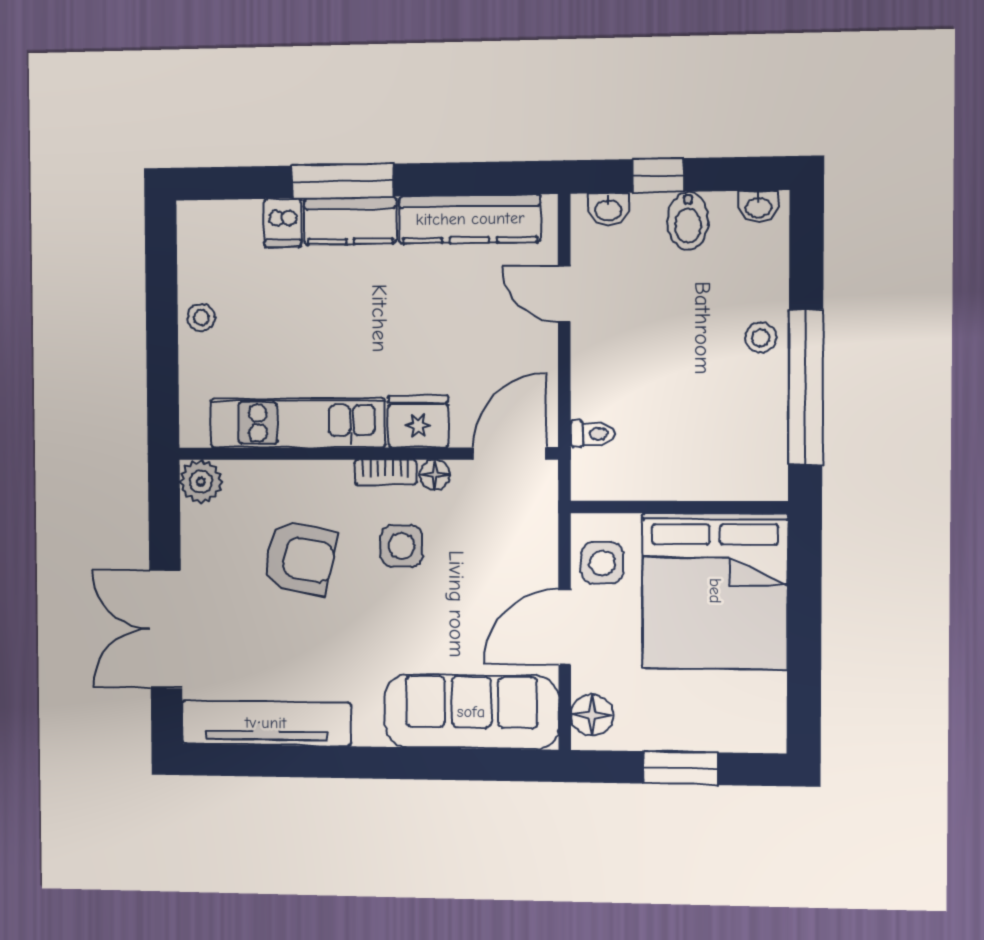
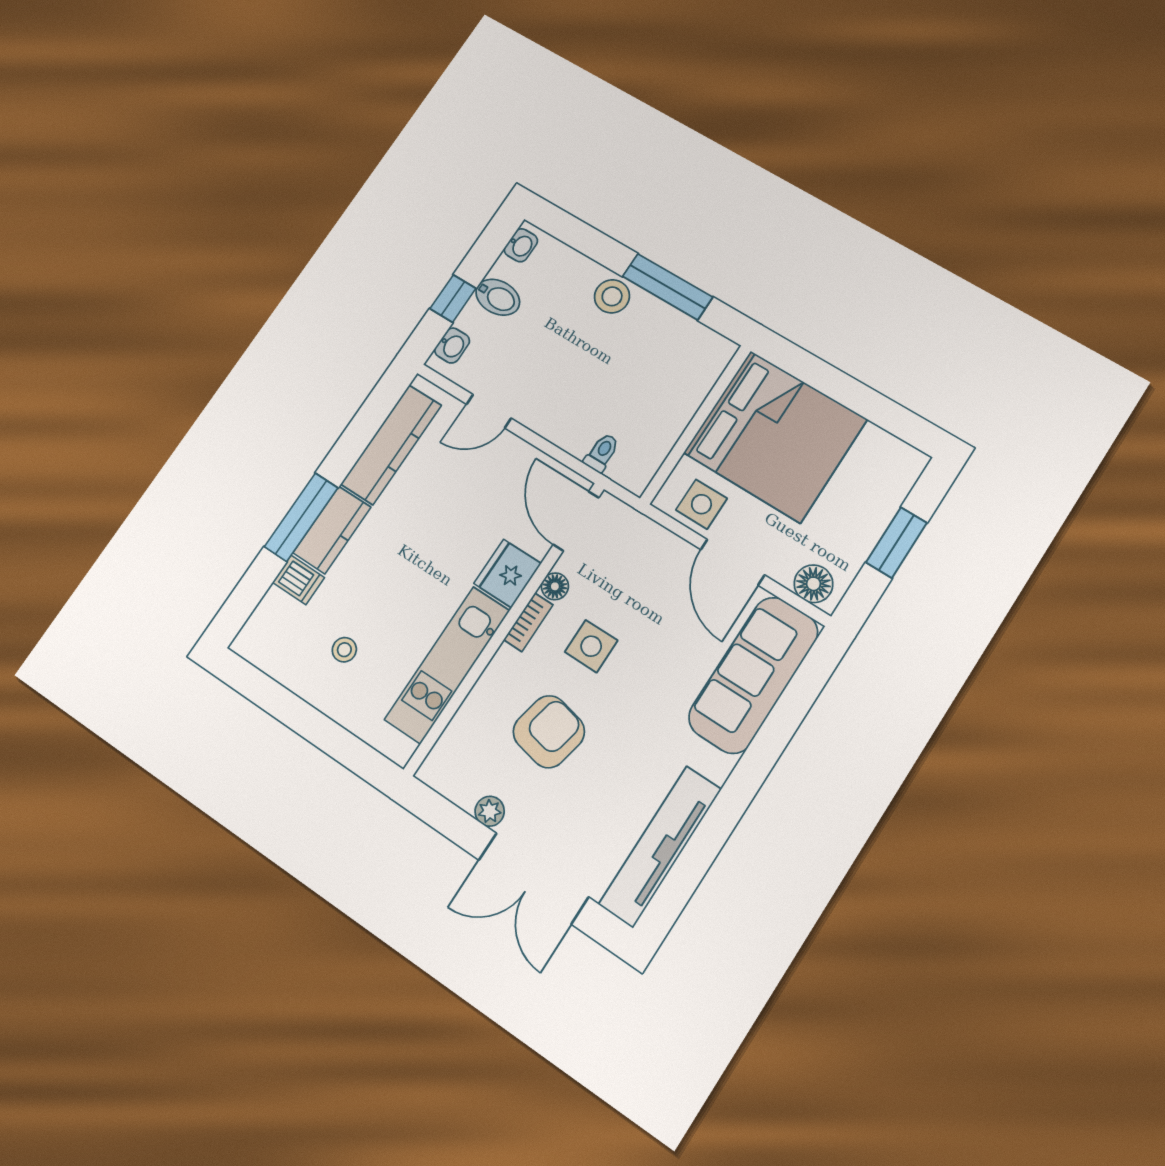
stool: (201, 318) -> (344, 650), moved
stool: (761, 338) -> (612, 296), width x1.37, depth x1.37
window: (806, 387) -> (668, 287), width x0.68
plant: (201, 482) -> (490, 811), moved, width x0.73, depth x0.73

